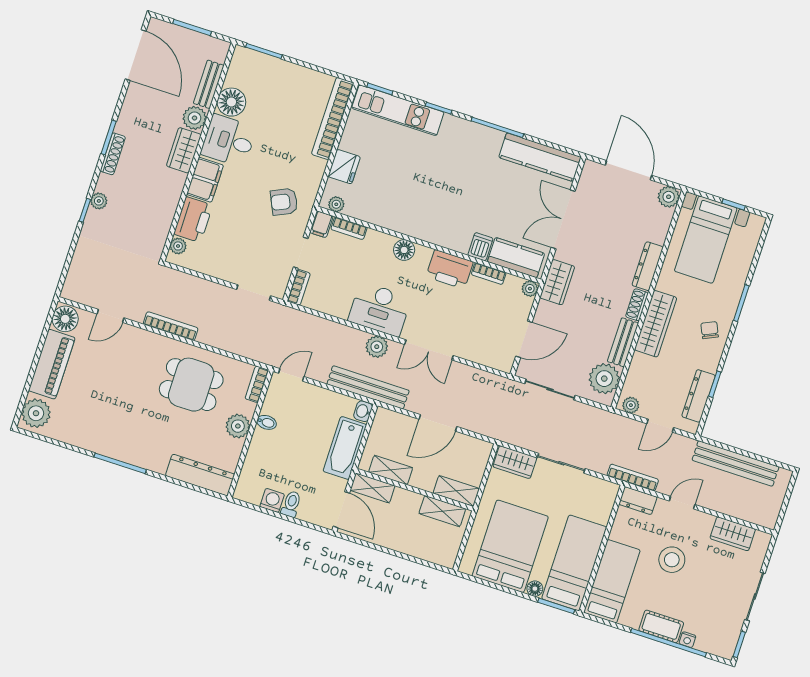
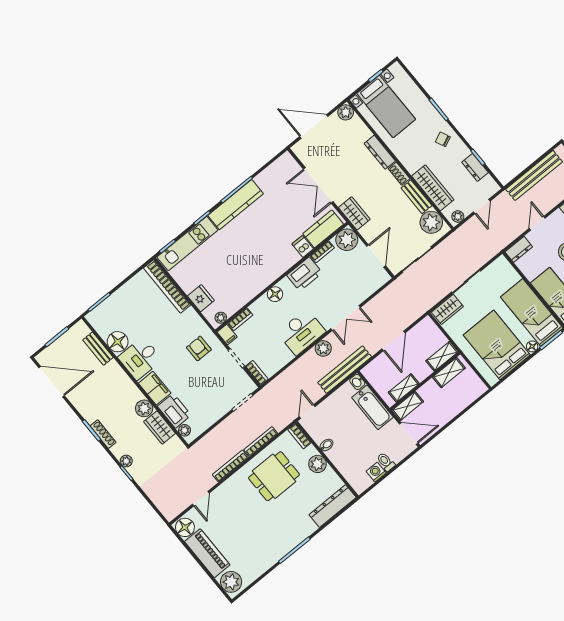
plant: (195, 118) -> (144, 408), moved
wardrobe: (184, 150) -> (160, 427), moved
kitchen counter: (540, 157) -> (236, 205), moved
armchair: (284, 202) -> (199, 348), turned 115
plant: (530, 289) -> (347, 240), width x1.87, depth x1.87
wardrobe: (656, 324) -> (433, 188), moved
dresser: (699, 396) -> (475, 167), width x0.70
bookcase: (633, 478) -> (261, 442), moved

